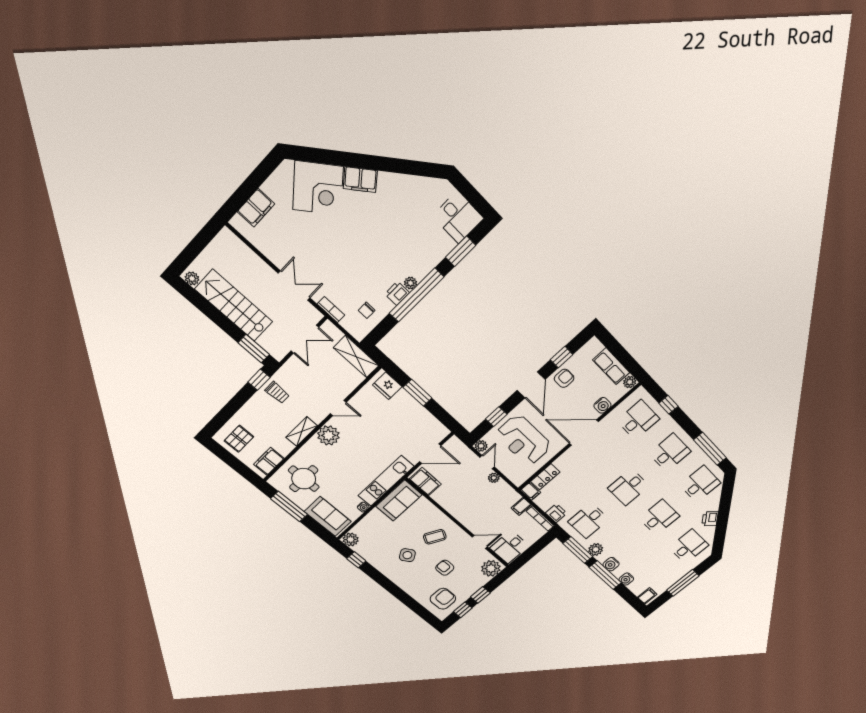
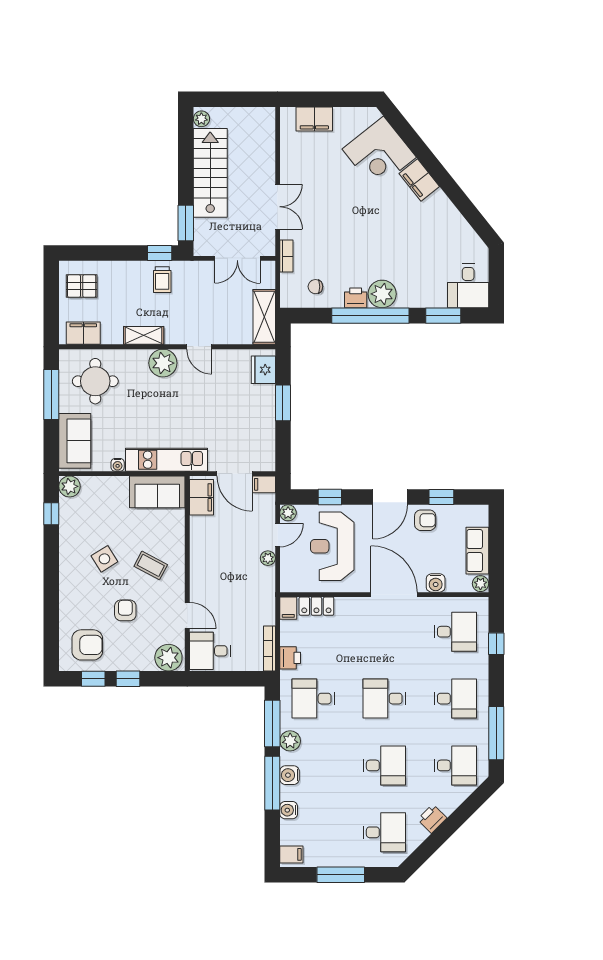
plant: (410, 283) -> (382, 294), width x1.87, depth x1.87
filing cabinet: (521, 506) -> (264, 484), moved

